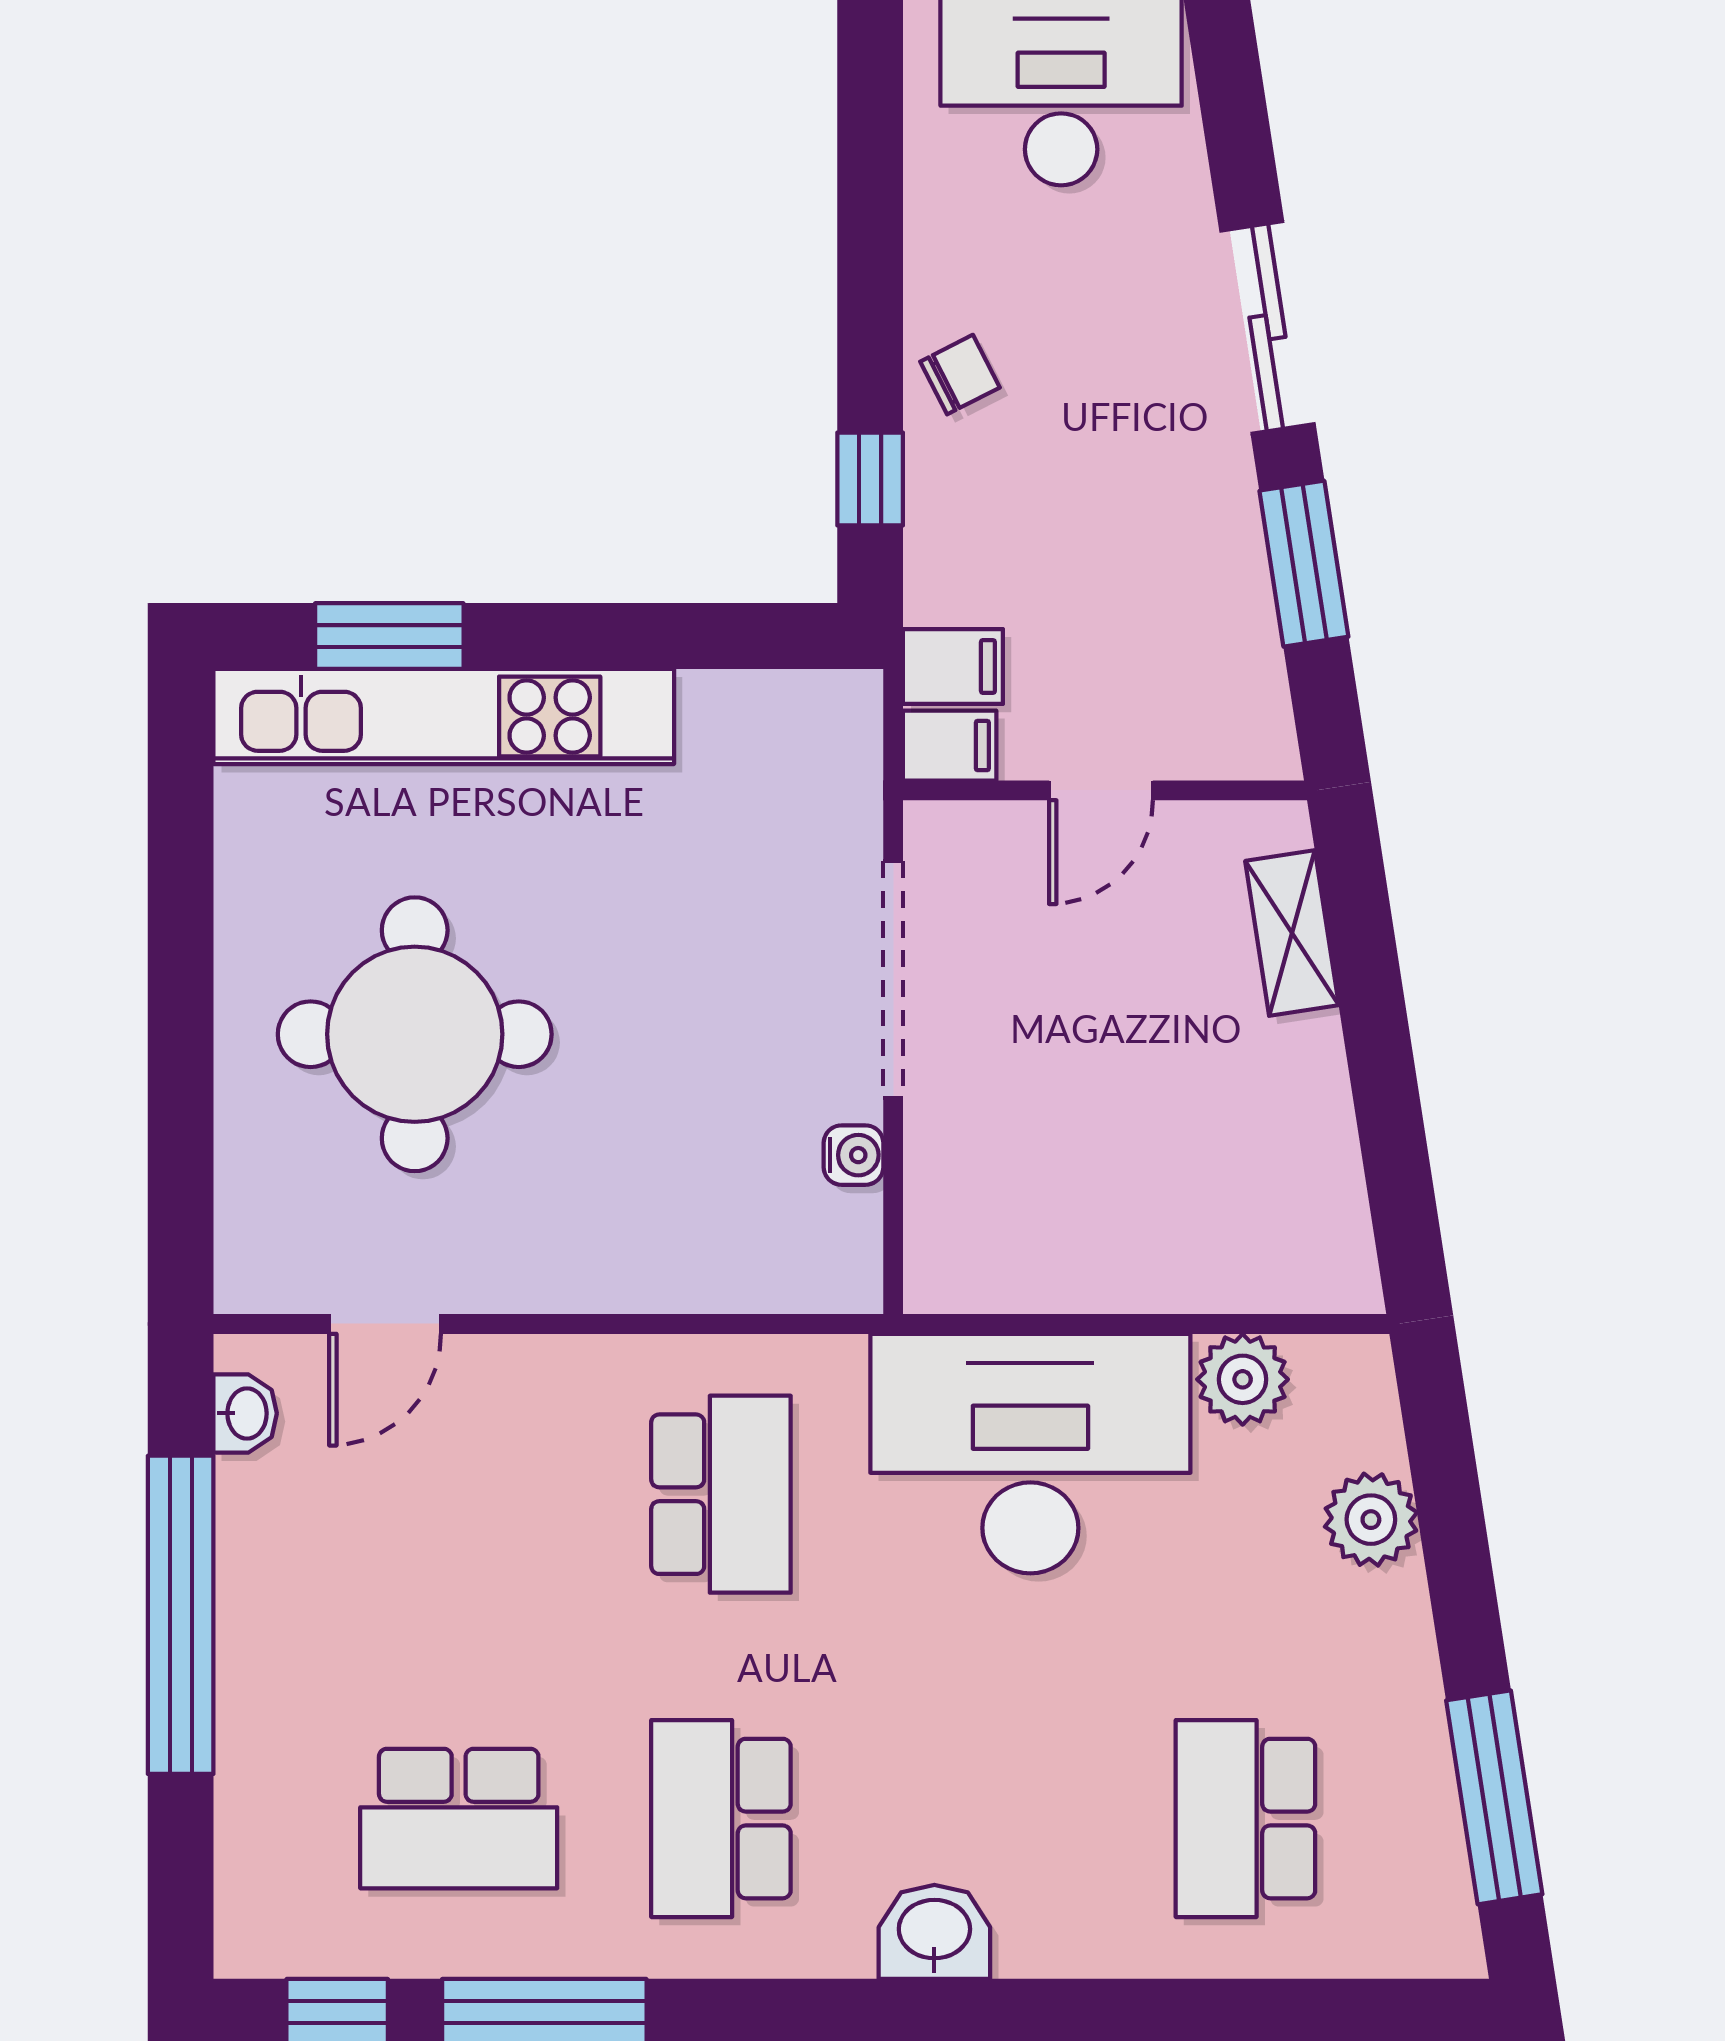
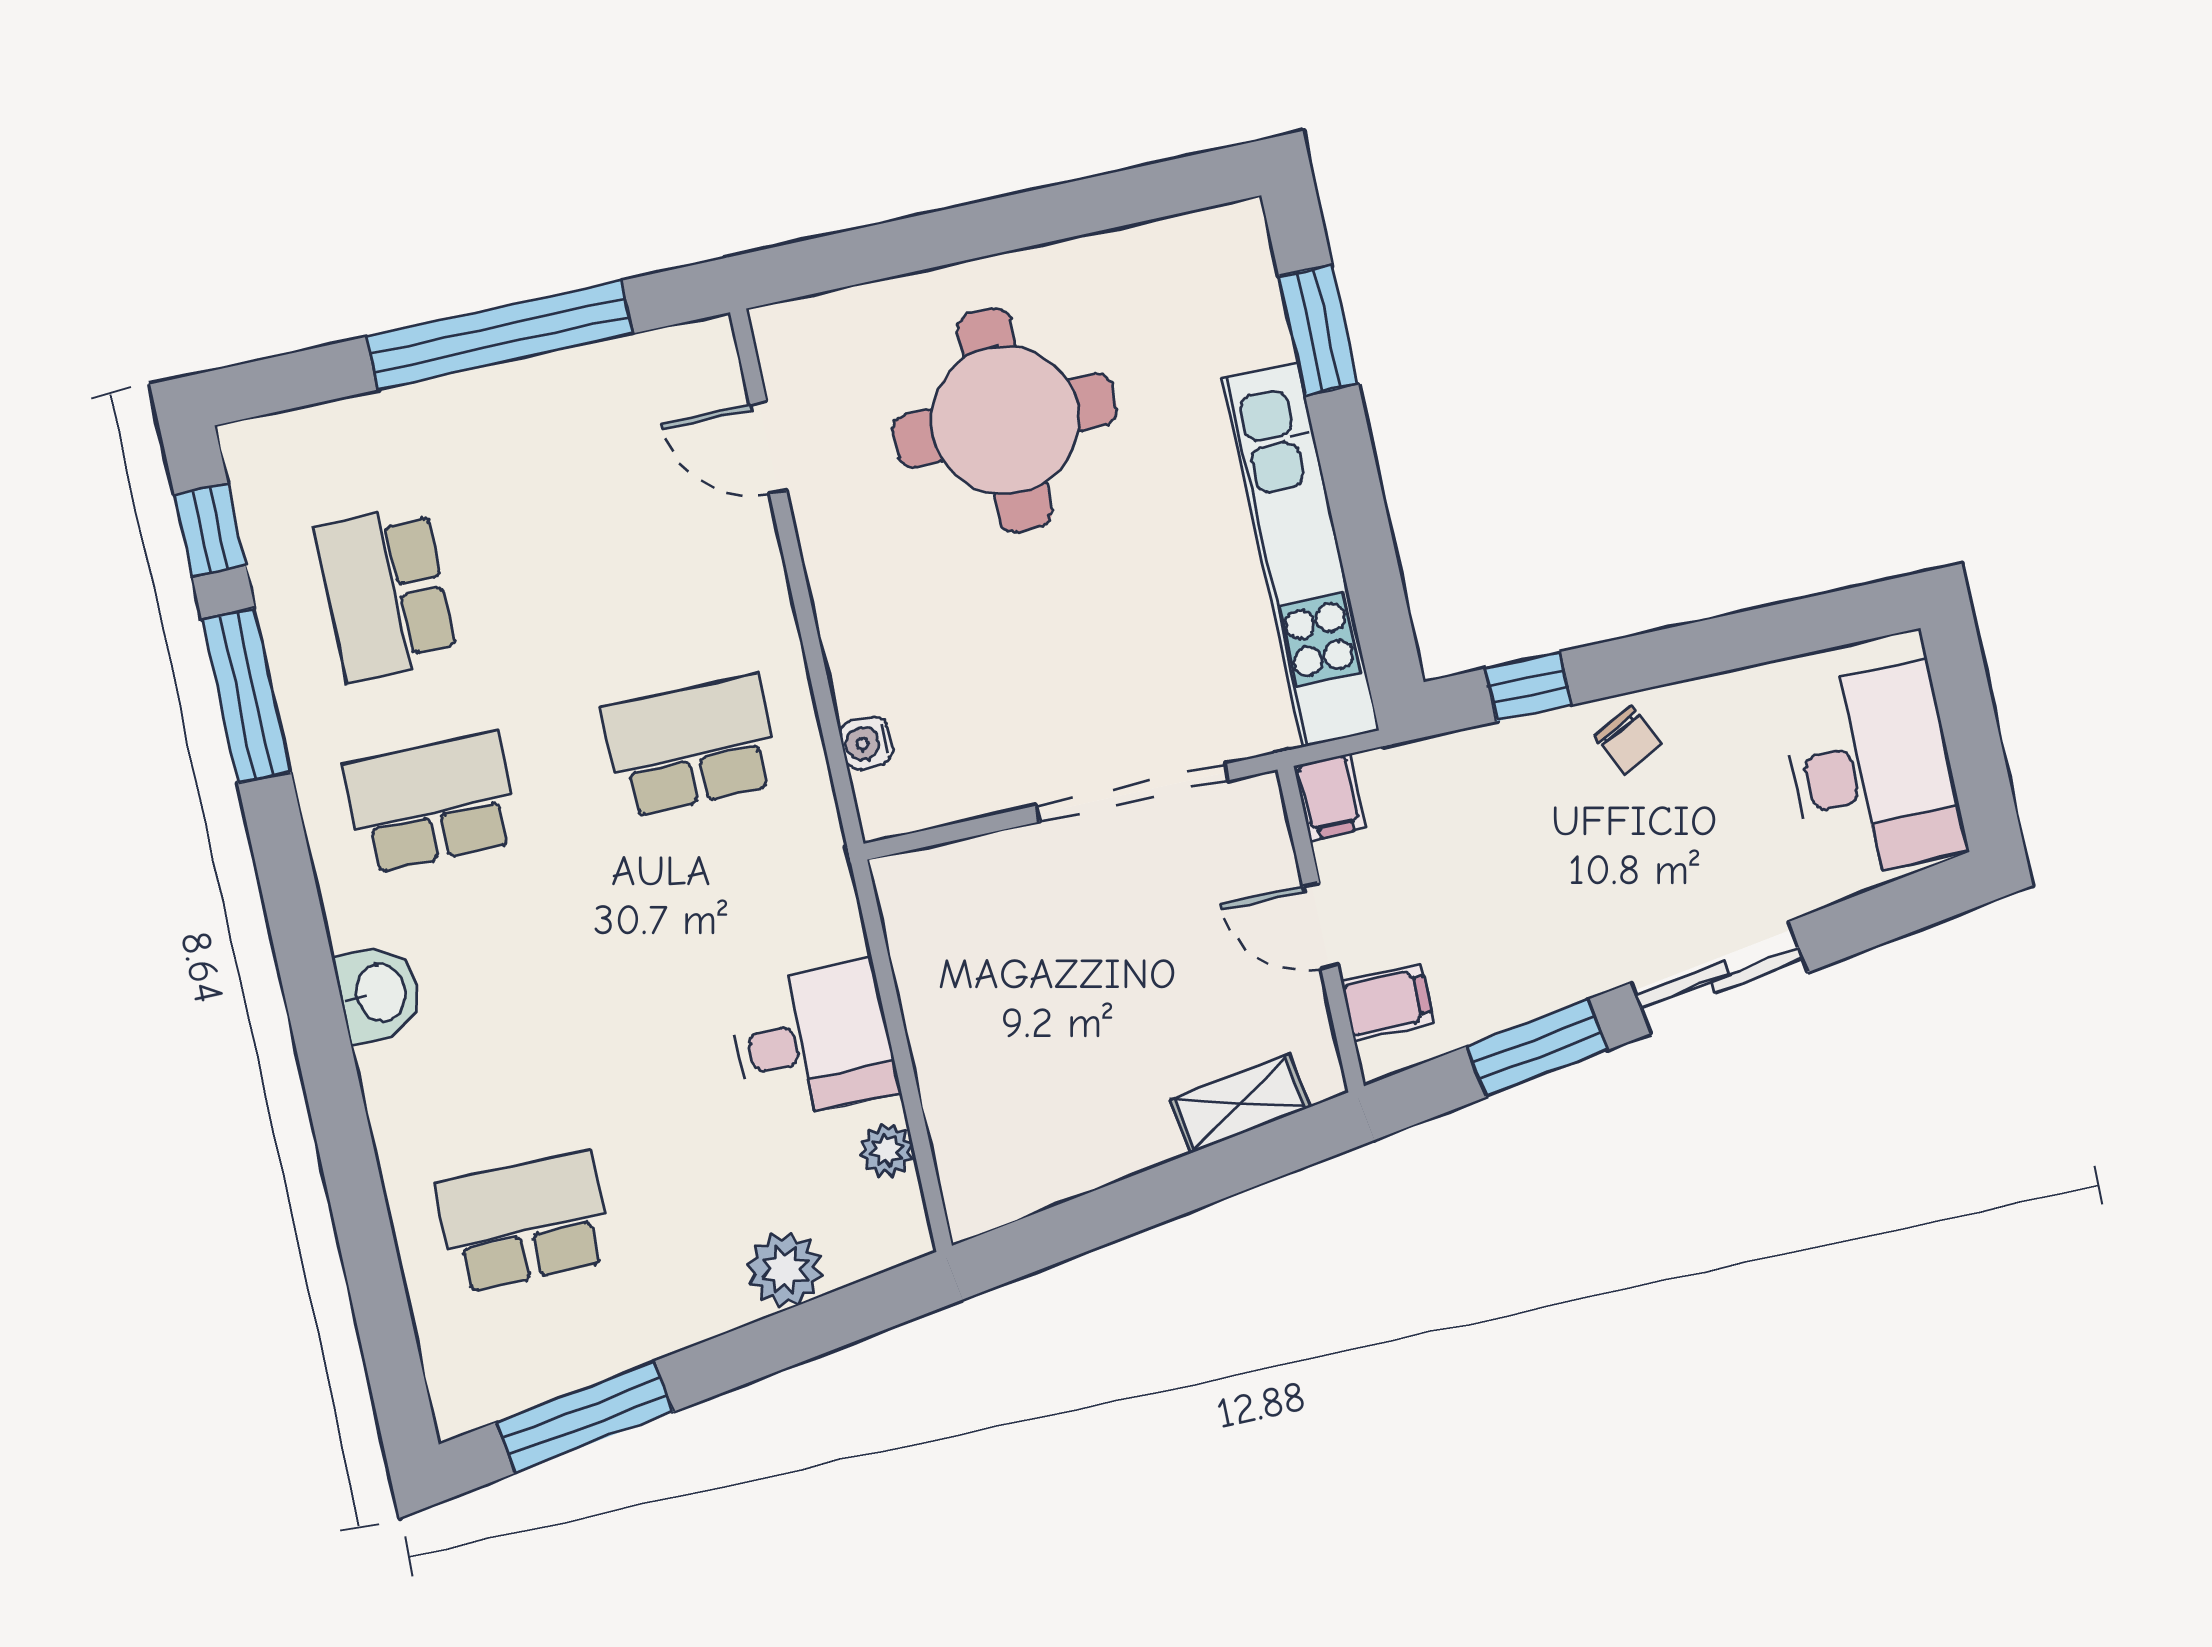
filing cabinet: (953, 666) -> (1387, 1002), moved, turned -90
kitchen unit: (444, 716) -> (1301, 555), moved
water cooler: (853, 1155) -> (866, 743), moved, turned 90
plant: (1243, 1379) -> (887, 1150), width x0.73, depth x0.73
washbasin: (245, 1413) -> (672, 351), removed
desk: (1030, 1454) -> (813, 1041), width x0.53, depth x0.77
school desk: (721, 1494) -> (691, 746), turned 180

